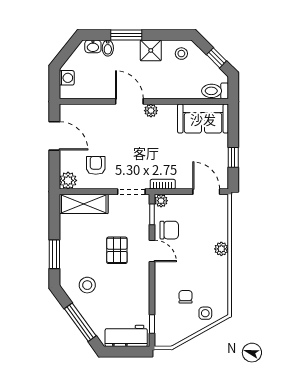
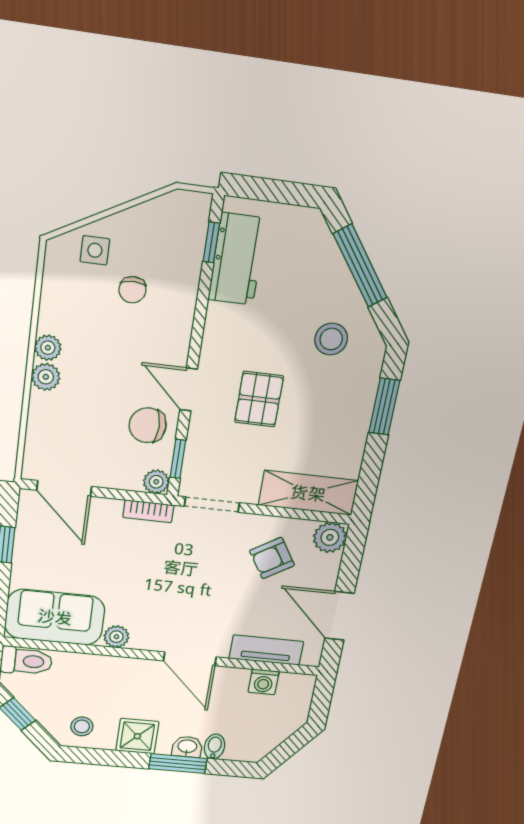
washbasin: (93, 46) -> (187, 747), moved
washing machine: (67, 78) -> (264, 682), moved, turned -90
tv unit: (90, 111) -> (266, 650), added
plant: (151, 111) -> (116, 637), moved
armchair: (96, 165) -> (272, 558), turned 58
plant: (222, 263) -> (48, 348), added
workbench: (126, 336) -> (237, 259), moved, turned -90

